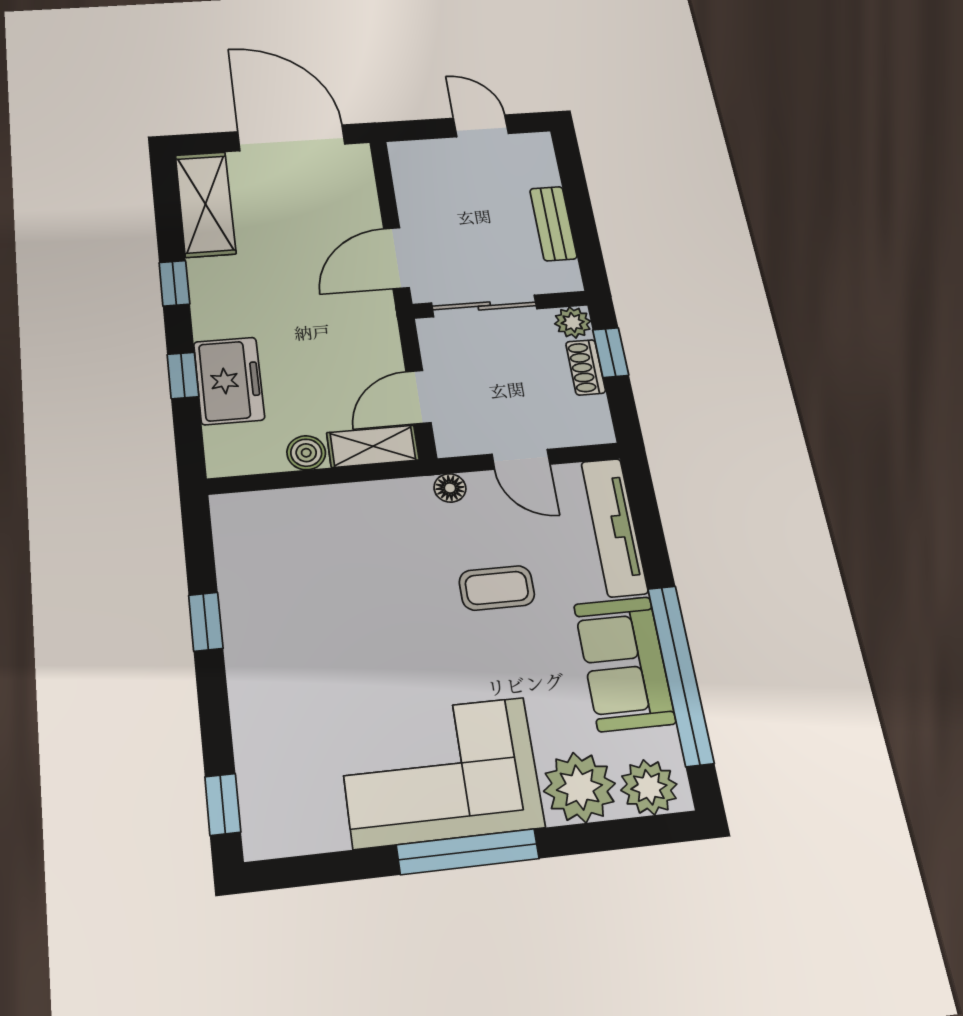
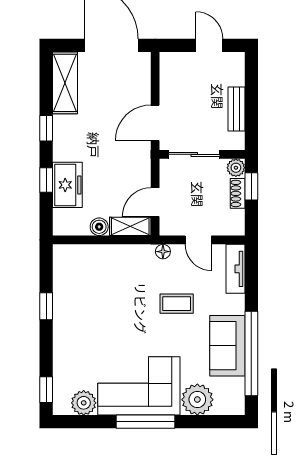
tv unit: (614, 527) -> (236, 269), width x0.71
plant: (649, 787) -> (84, 403), moved

